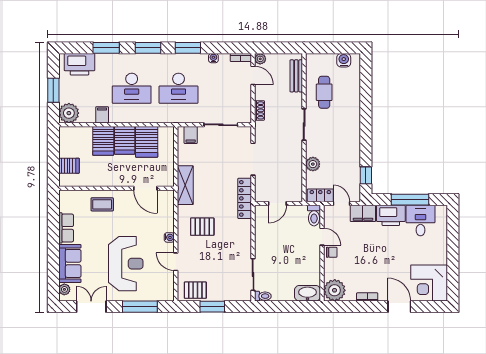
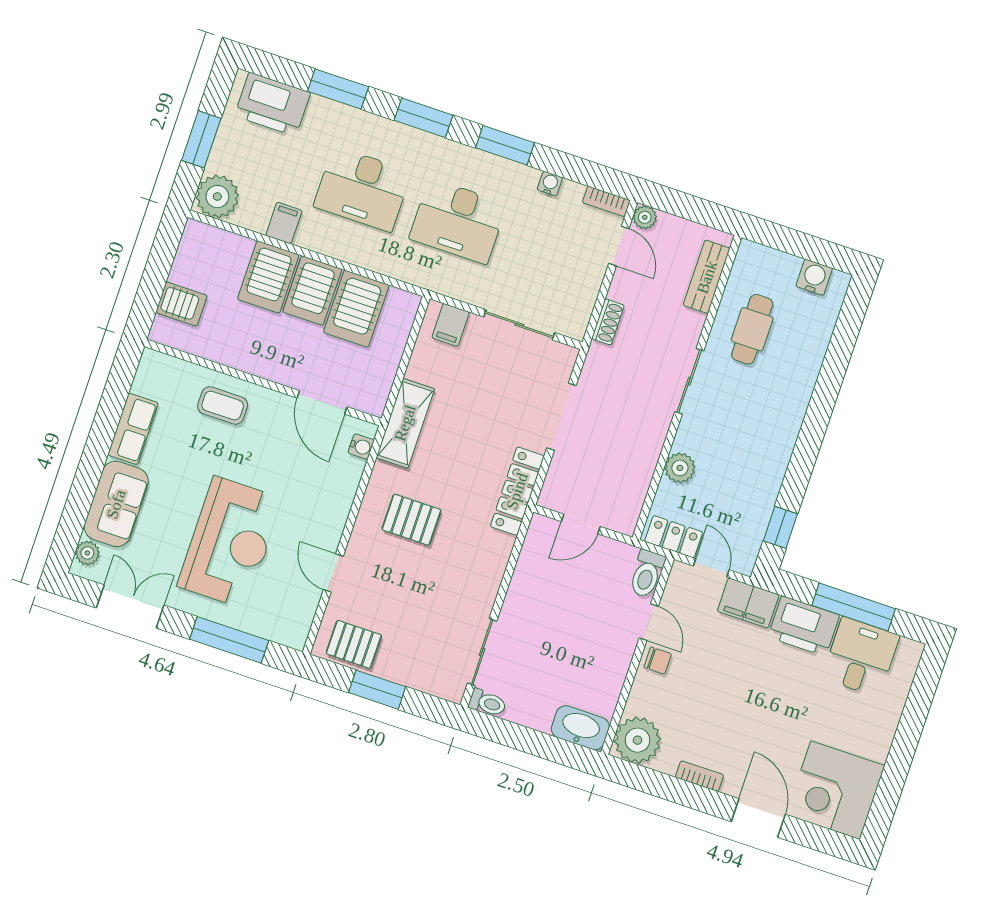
water cooler: (169, 237) -> (361, 447), moved

